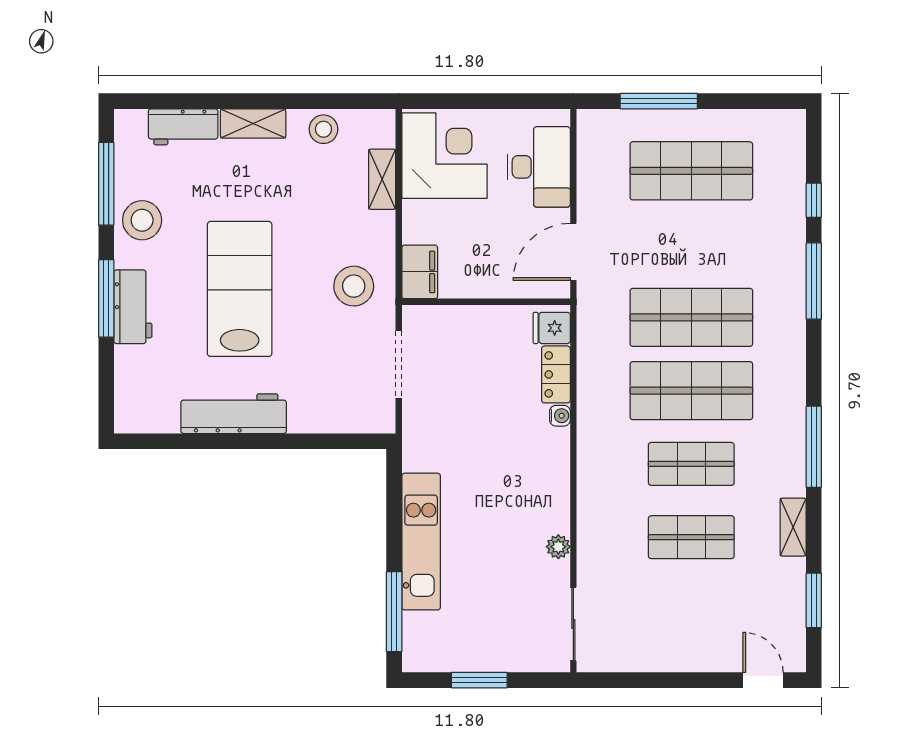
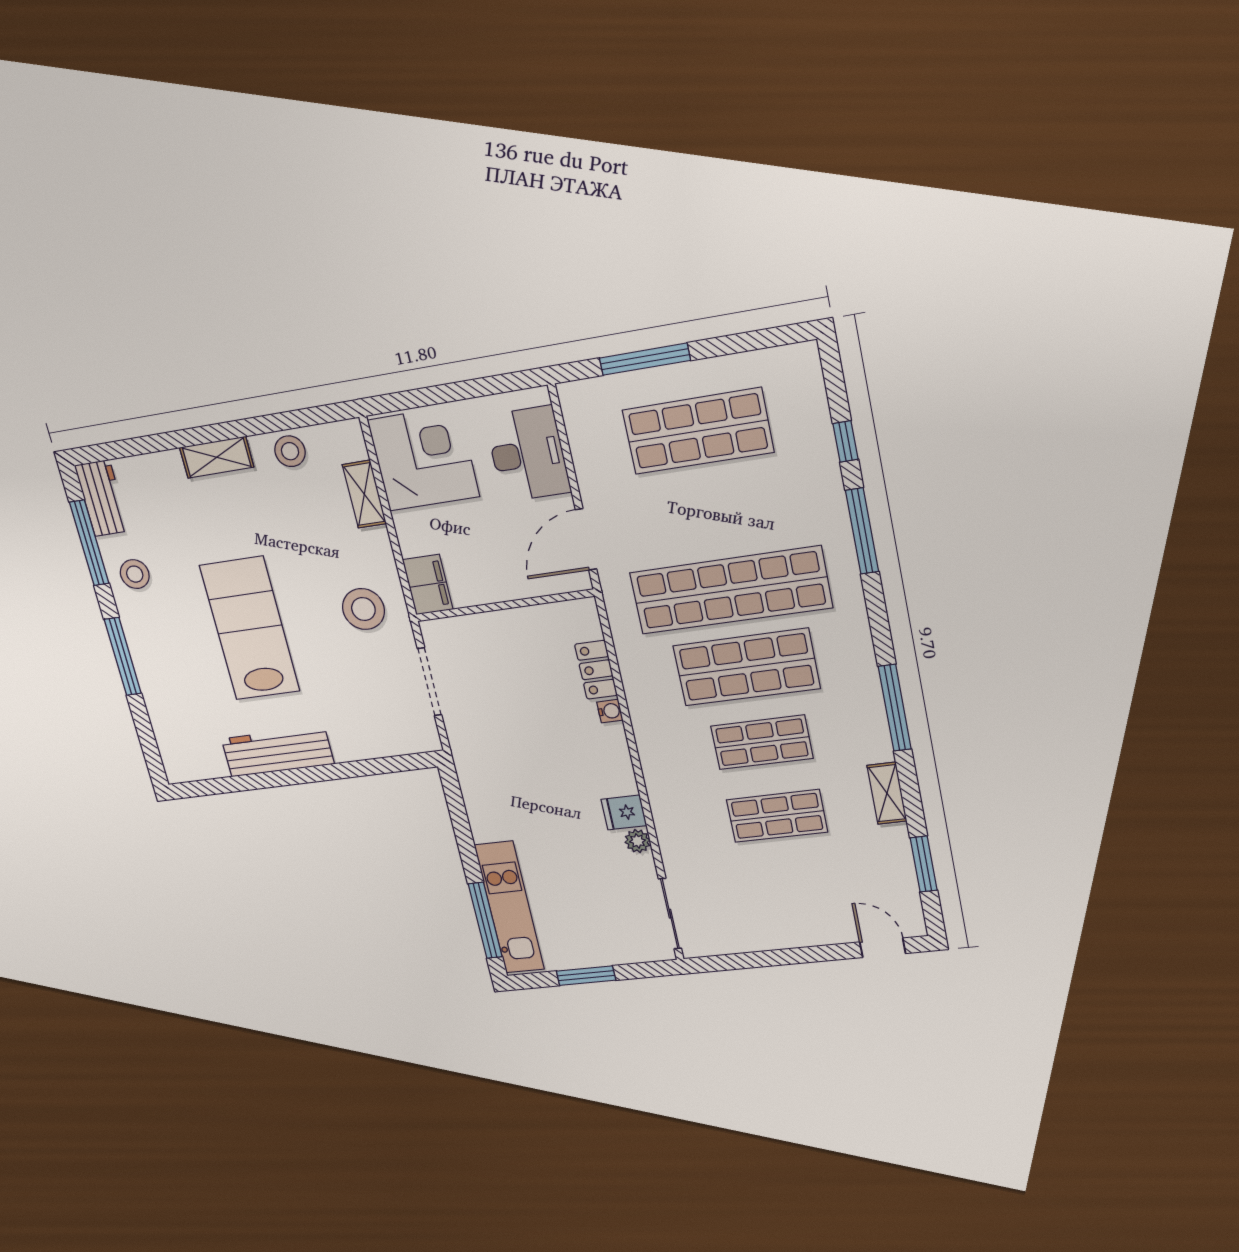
workbench: (183, 127) -> (102, 498), moved, turned -90
stool: (142, 220) -> (135, 574), width x0.73, depth x0.73
workbench: (133, 307) -> (151, 661), removed
shop shelf: (691, 317) -> (731, 590), width x1.40
fridge: (552, 328) -> (624, 812), moved
kitchen unit: (421, 542) -> (509, 907), moved

